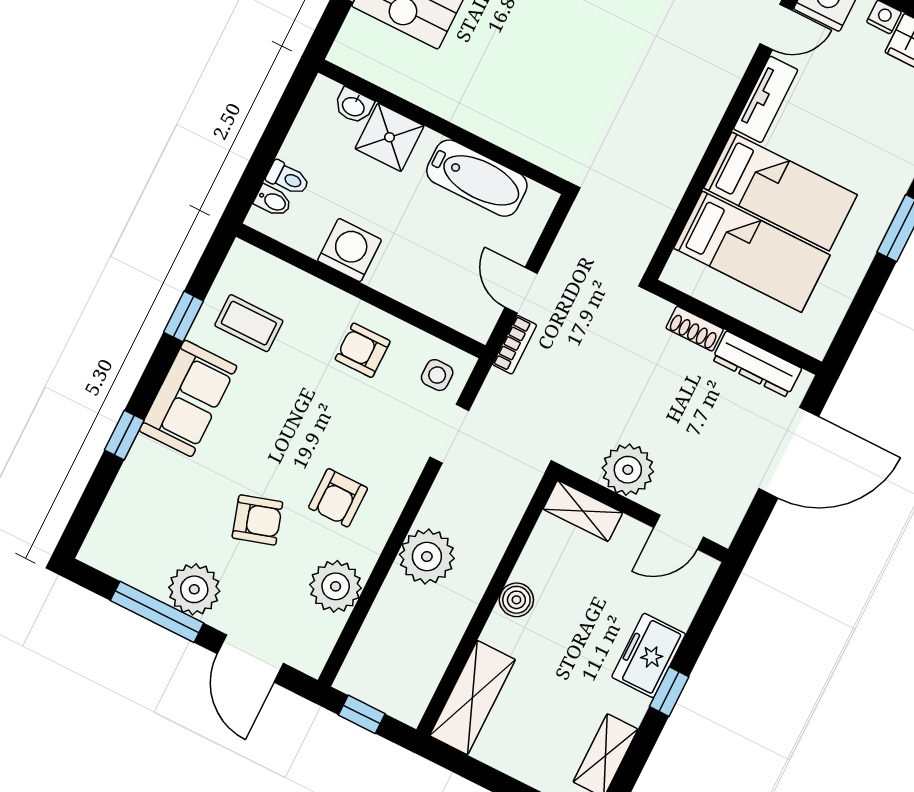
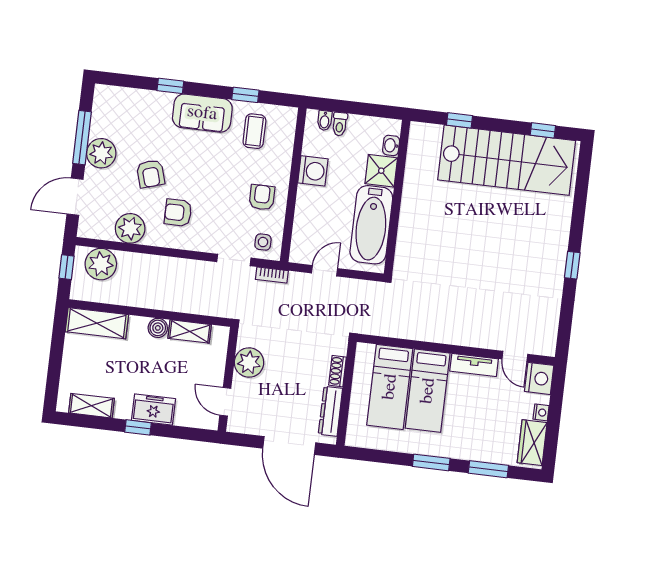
bathtub: (477, 178) -> (371, 225), width x1.36, depth x1.36
bookcase: (515, 345) -> (272, 275), moved
shelving: (583, 511) -> (190, 331), moved, turned 90
plant: (427, 557) -> (101, 264), moved

